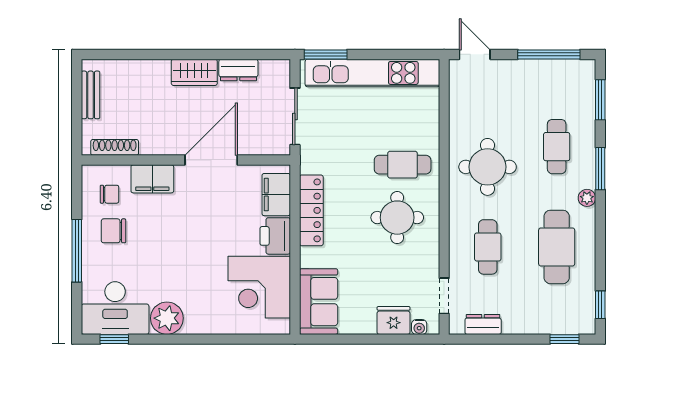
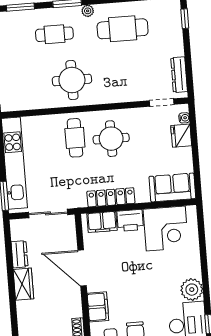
cafe table: (488, 247) -> (126, 76), removed
dresser: (483, 324) -> (179, 75), width x1.44

